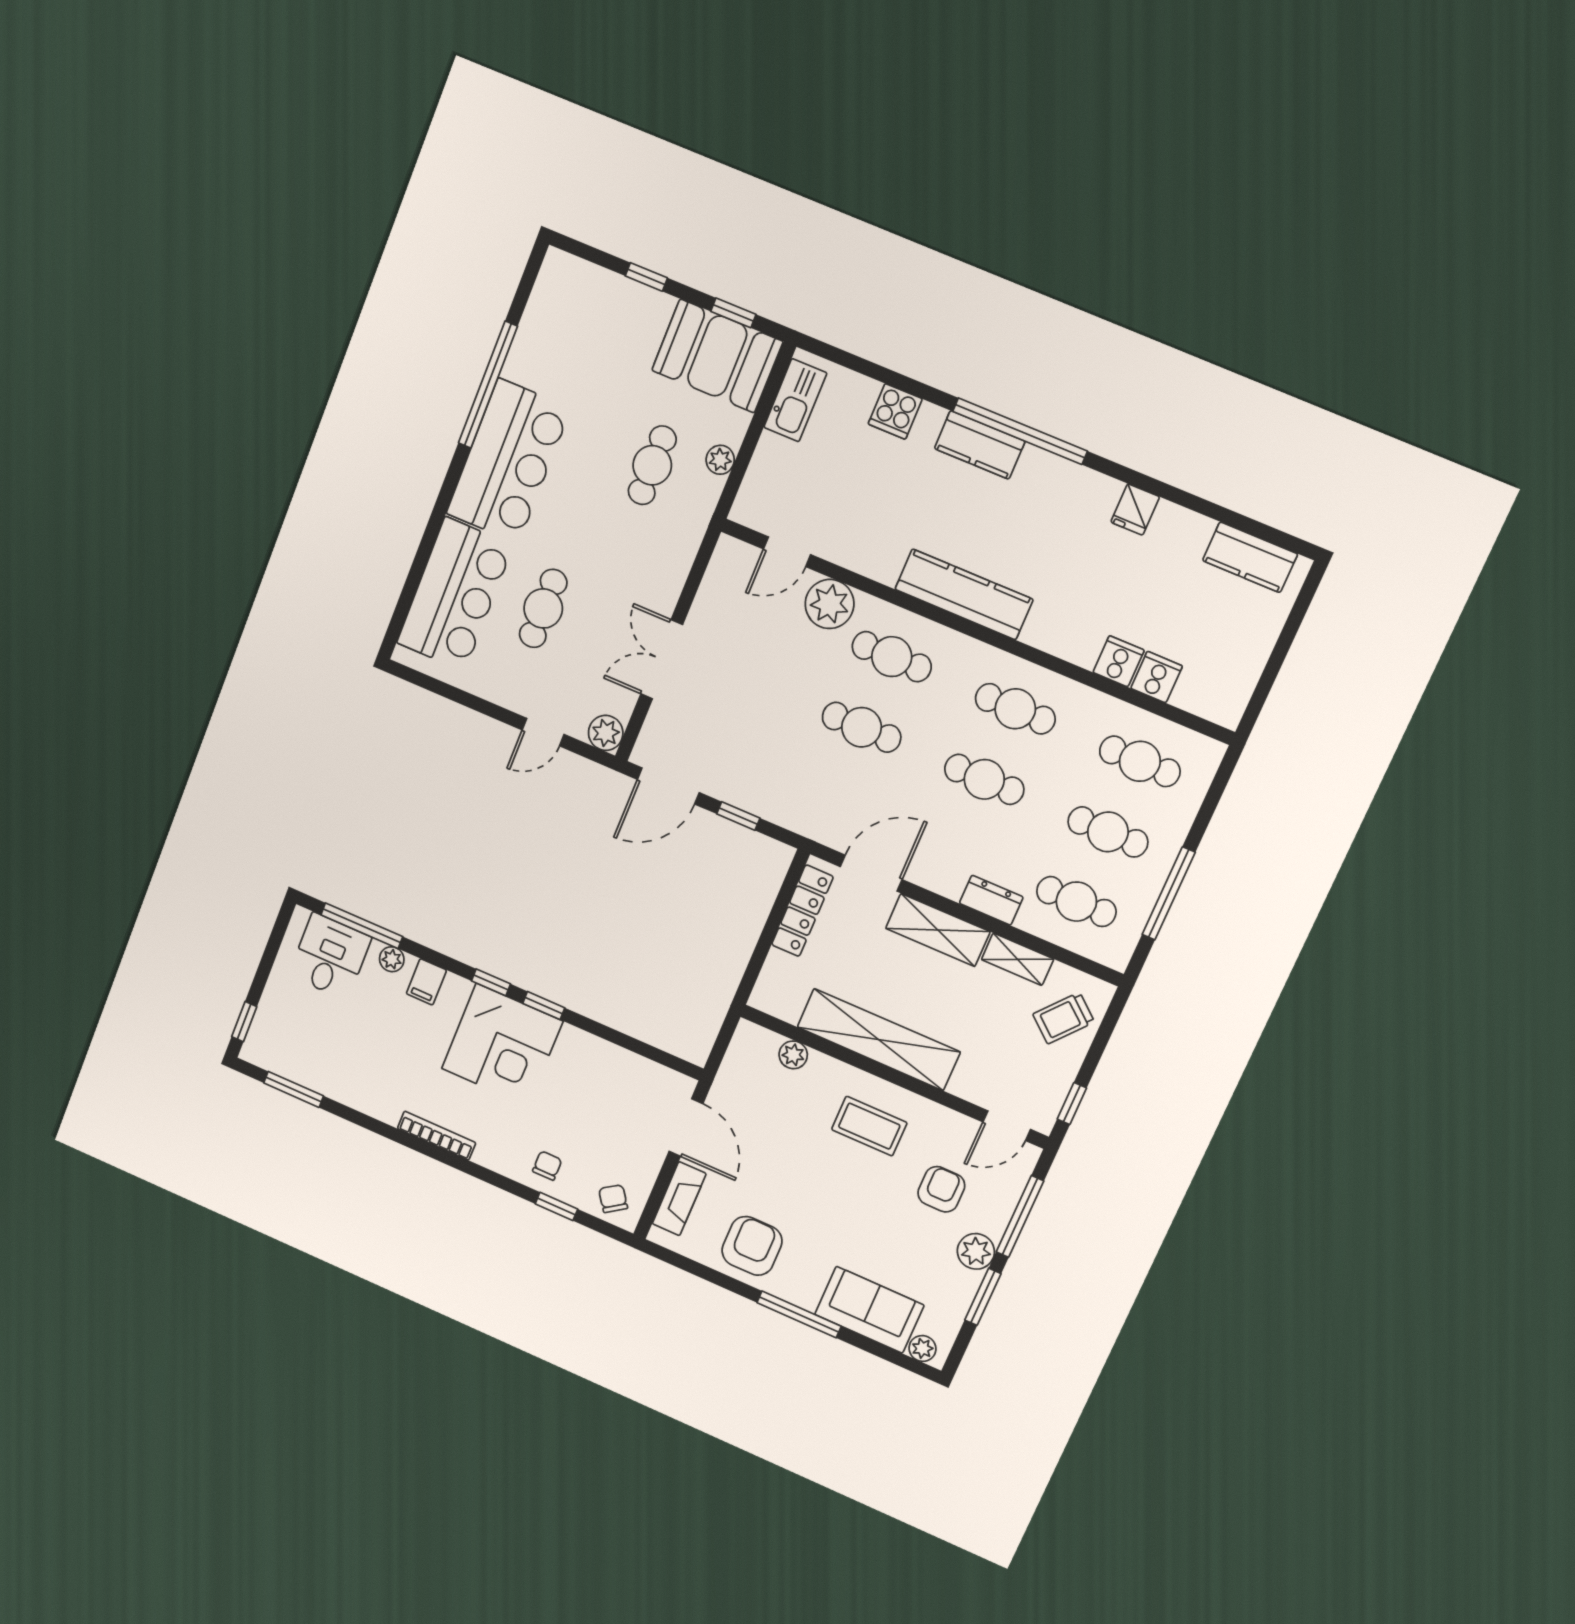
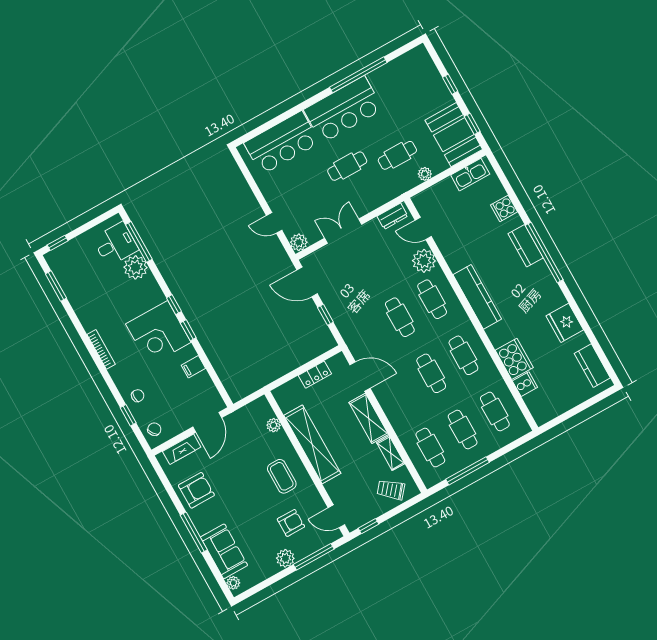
fridge: (1135, 510) -> (565, 323), width x1.88, depth x1.34
cafe table: (543, 608) -> (347, 166), moved
cooker: (1119, 661) -> (514, 359), width x1.87, depth x1.31
dresser: (991, 900) -> (392, 216), moved, turned 90
locker: (802, 911) -> (315, 375), width x0.66
plant: (392, 959) -> (136, 267), width x1.88, depth x1.88
filing cabinet: (426, 982) -> (193, 367), moved
window: (983, 1297) -> (274, 579), removed

